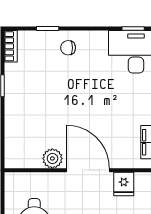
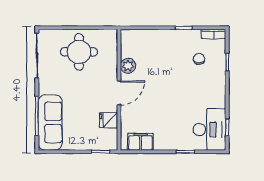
chair: (68, 48) -> (199, 59), moved
door: (88, 170) -> (119, 93), width x0.73

